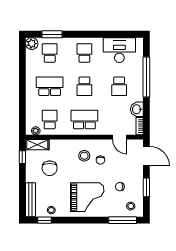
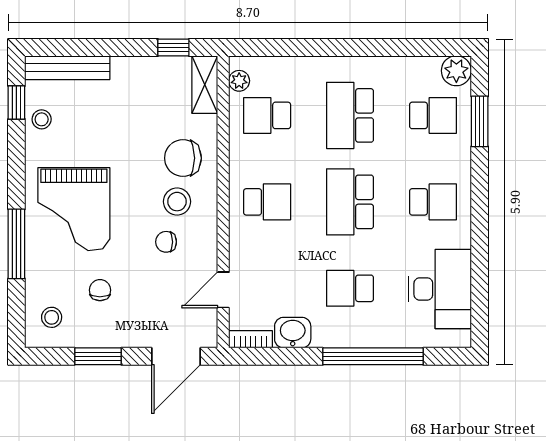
school desk: (50, 86) -> (350, 115), turned 180
school desk: (84, 86) -> (350, 202), width x1.85
school desk: (50, 120) -> (267, 115), turned 180
school desk: (84, 120) -> (267, 202), width x0.54
chair: (50, 168) -> (183, 158), moved
window: (123, 220) -> (16, 244), moved

